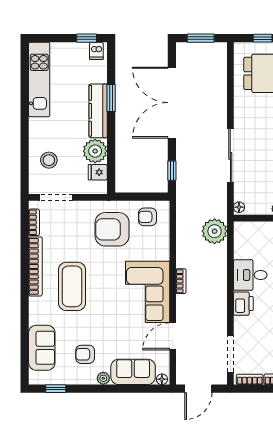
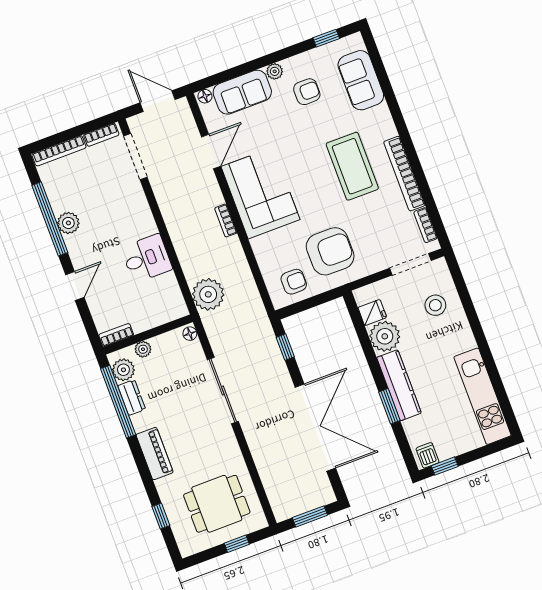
printer: (243, 304) -> (142, 222), removed
door: (198, 389) -> (158, 101), hinge flipped

